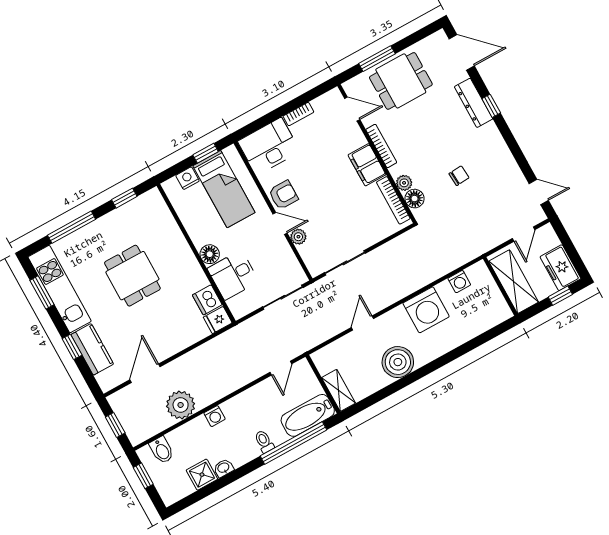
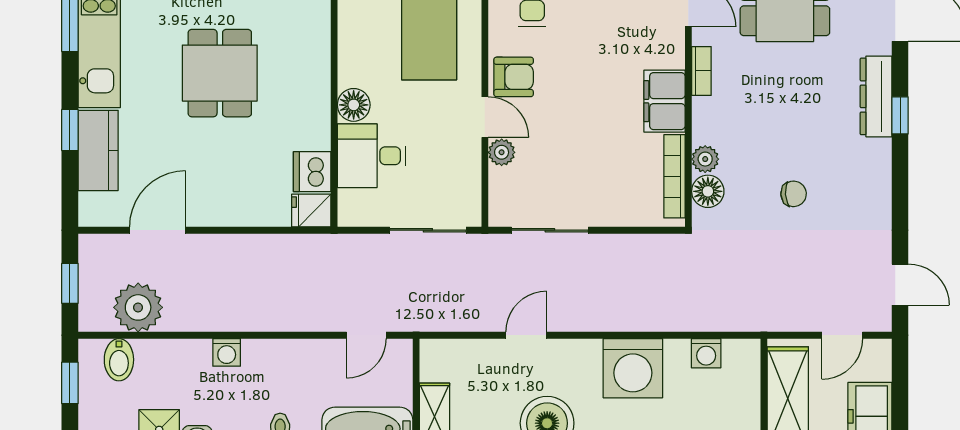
bookcase: (381, 146) -> (701, 71), width x0.64
plant: (181, 405) -> (138, 307), moved

